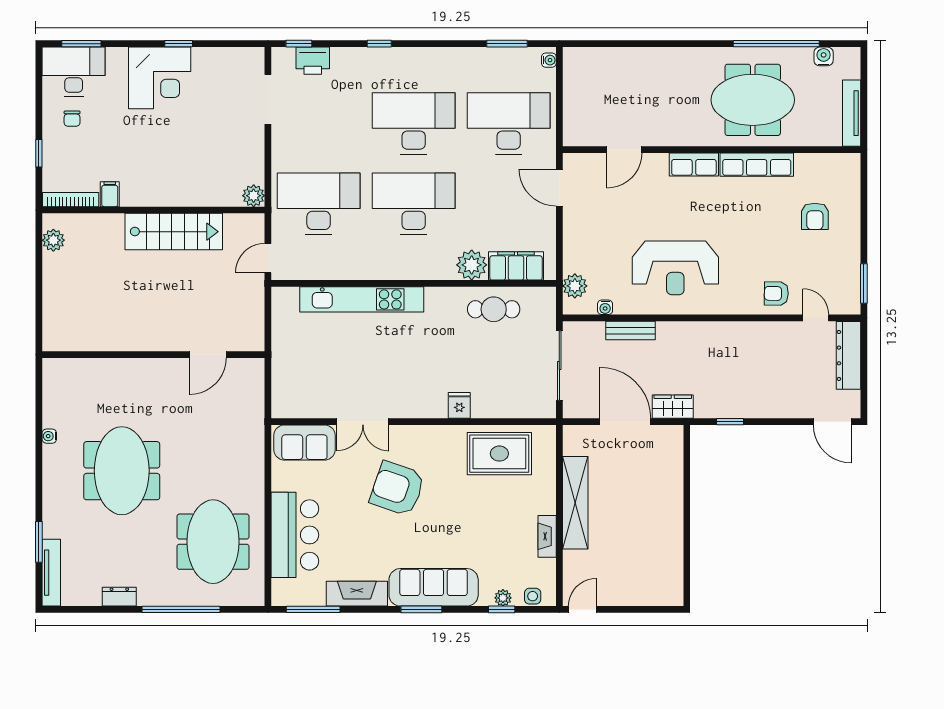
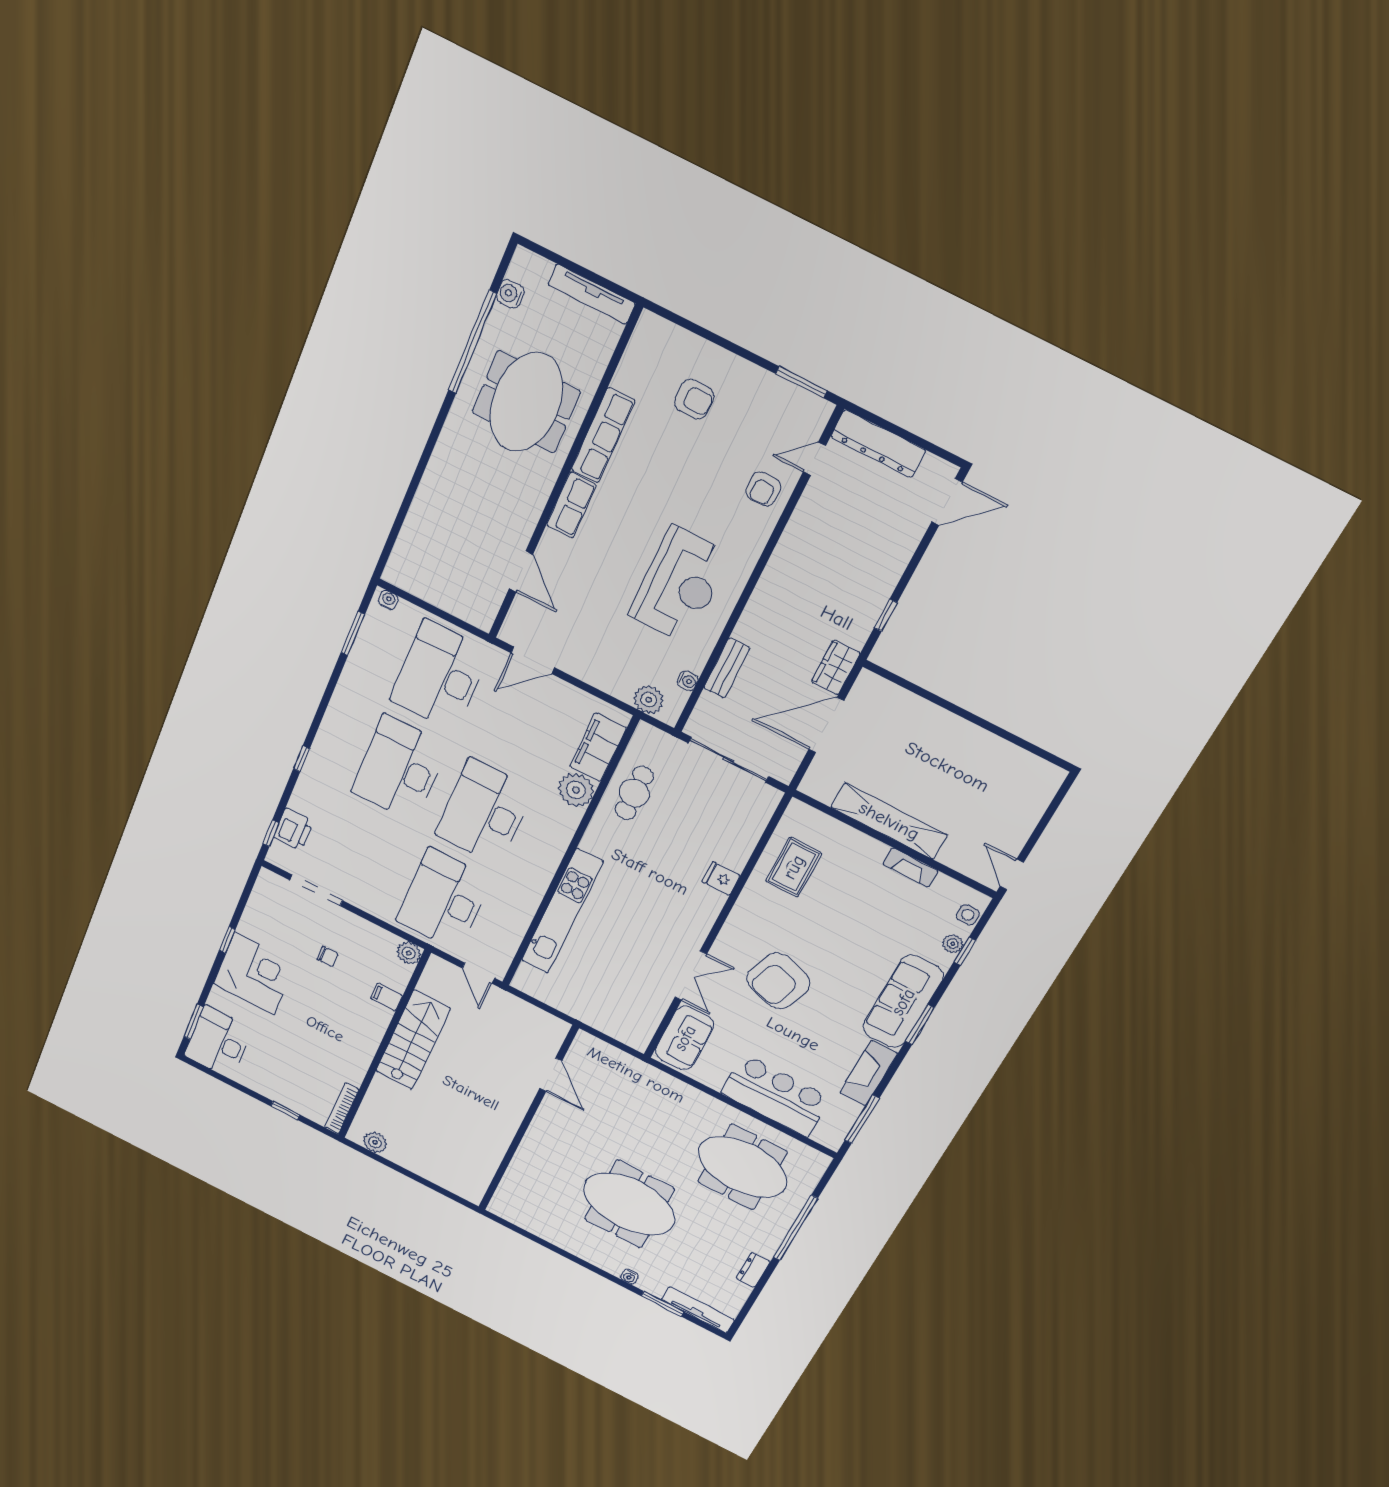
chair: (72, 119) -> (327, 957), moved
filing cabinet: (110, 194) -> (386, 997), moved
water cooler: (49, 436) -> (629, 1277), moved
rug: (499, 454) -> (794, 867), width x0.73, depth x0.70

